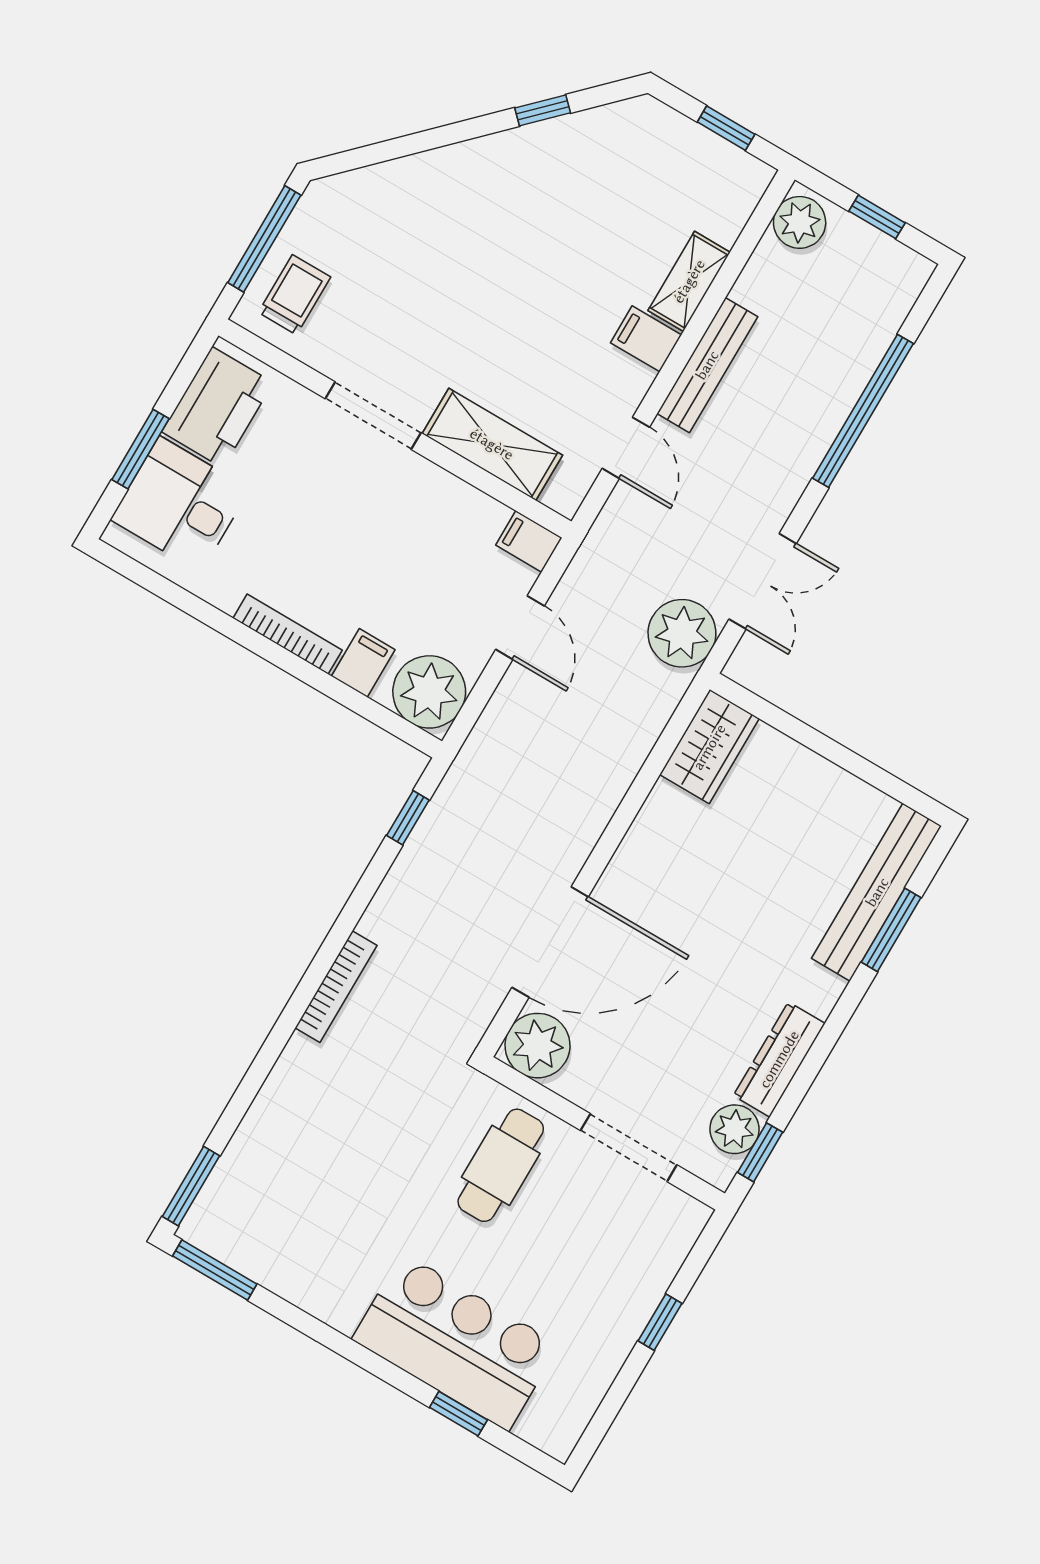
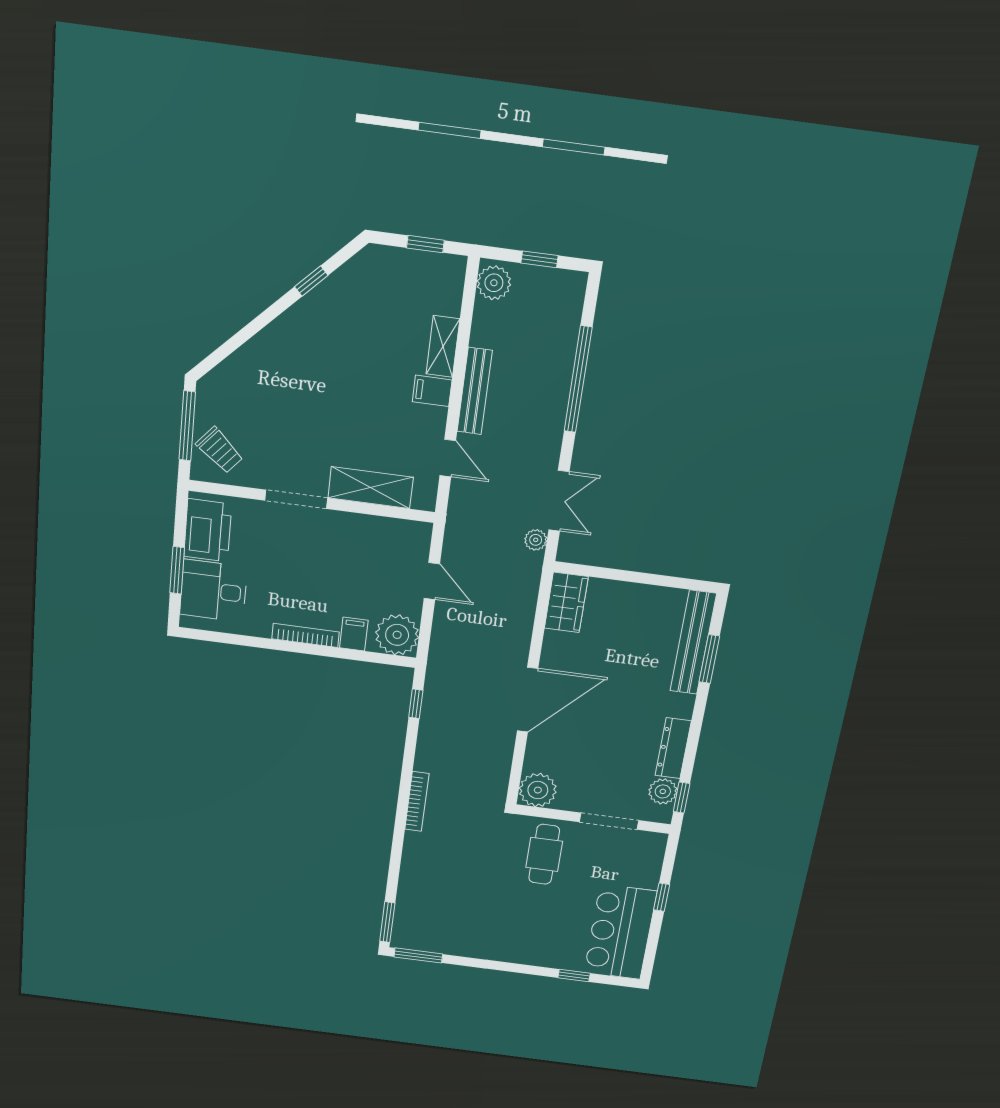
trolley: (294, 295) -> (220, 450), turned 131
filing cabinet: (529, 541) -> (416, 533), removed
plant: (682, 633) -> (536, 540), width x0.53, depth x0.53
door: (550, 942) -> (528, 700), moved
bar counter: (455, 1342) -> (620, 932), moved, turned -90

